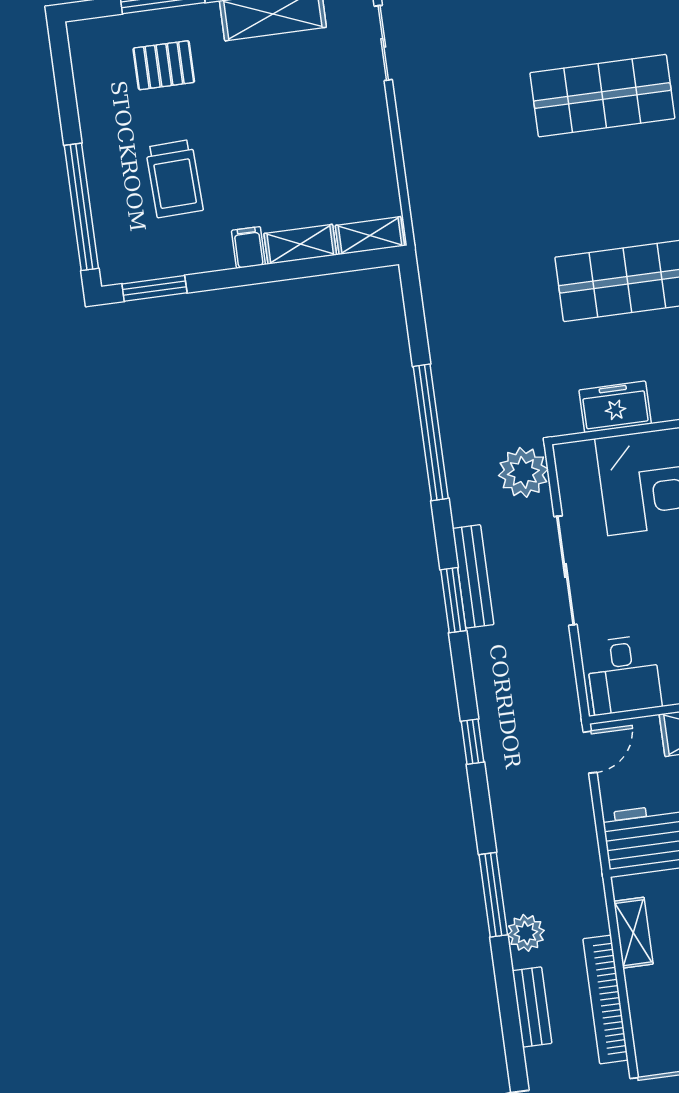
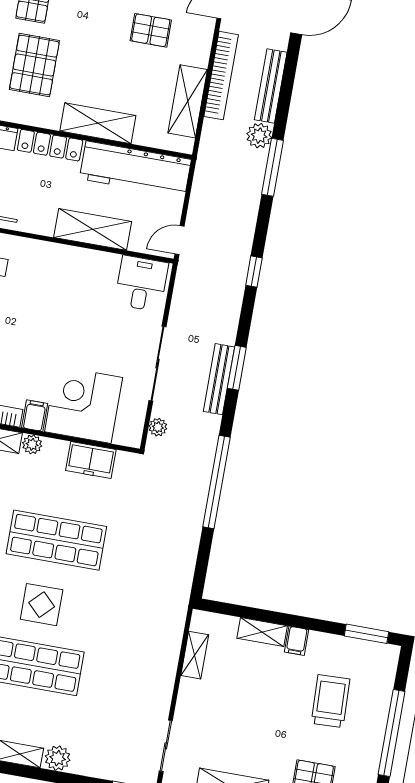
display table: (619, 184) -> (42, 605), added
window: (81, 207) -> (392, 733), moved
shelving: (370, 236) -> (195, 655), moved, turned 90
plant: (523, 472) -> (158, 427), width x0.53, depth x0.53
shelving: (633, 933) -> (188, 101), width x1.50, depth x1.33
bench: (532, 1007) -> (271, 86), width x1.36

